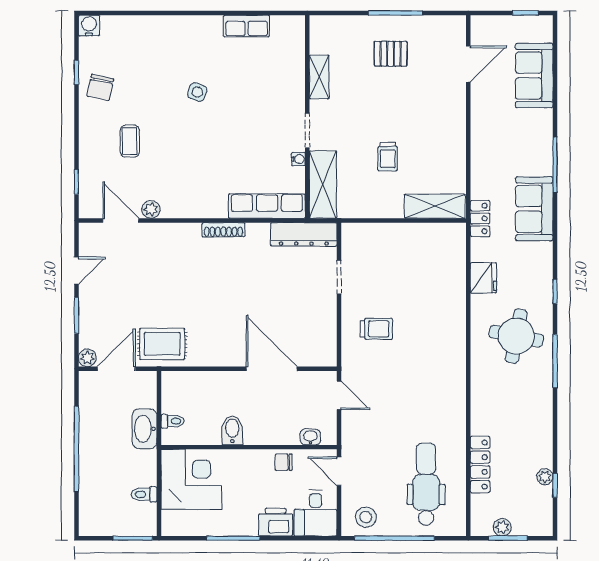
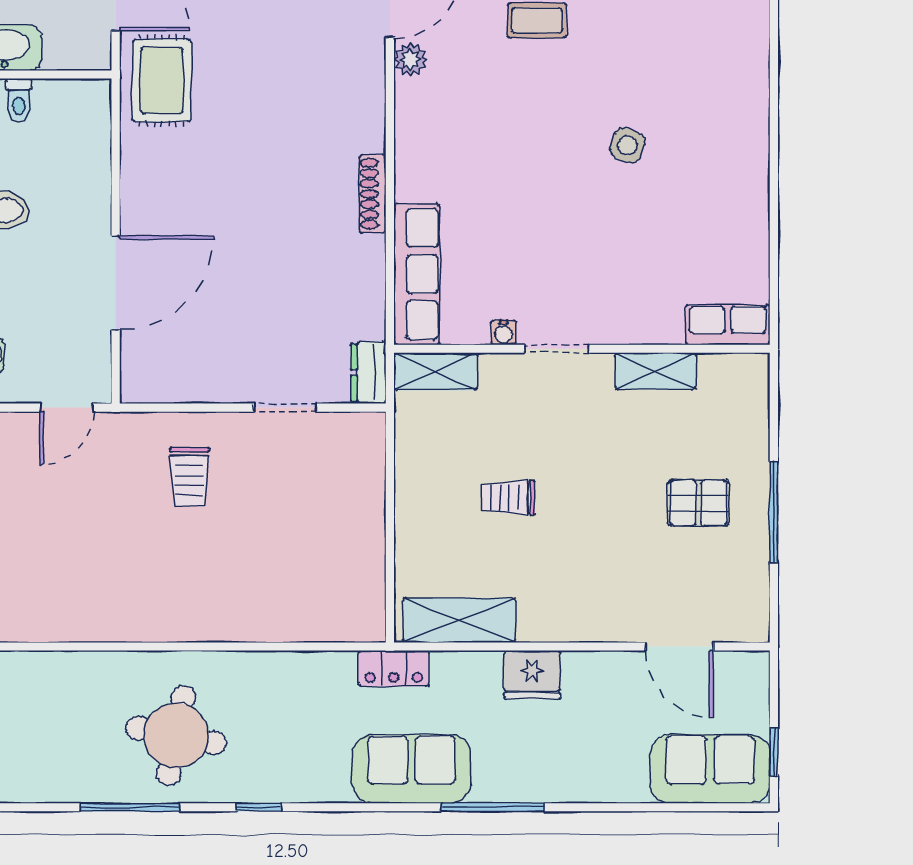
row of seats: (247, 26) -> (728, 325), moved, turned 90
pallet: (391, 54) -> (698, 503), turned 90
sofa: (534, 76) -> (710, 769), moved
shelving: (323, 185) -> (436, 372), width x0.67, depth x0.75
shelving: (435, 206) -> (459, 620), moved, turned 90
dresser: (304, 234) -> (368, 372), width x0.51, depth x0.80
fridge: (483, 278) -> (532, 675), moved

